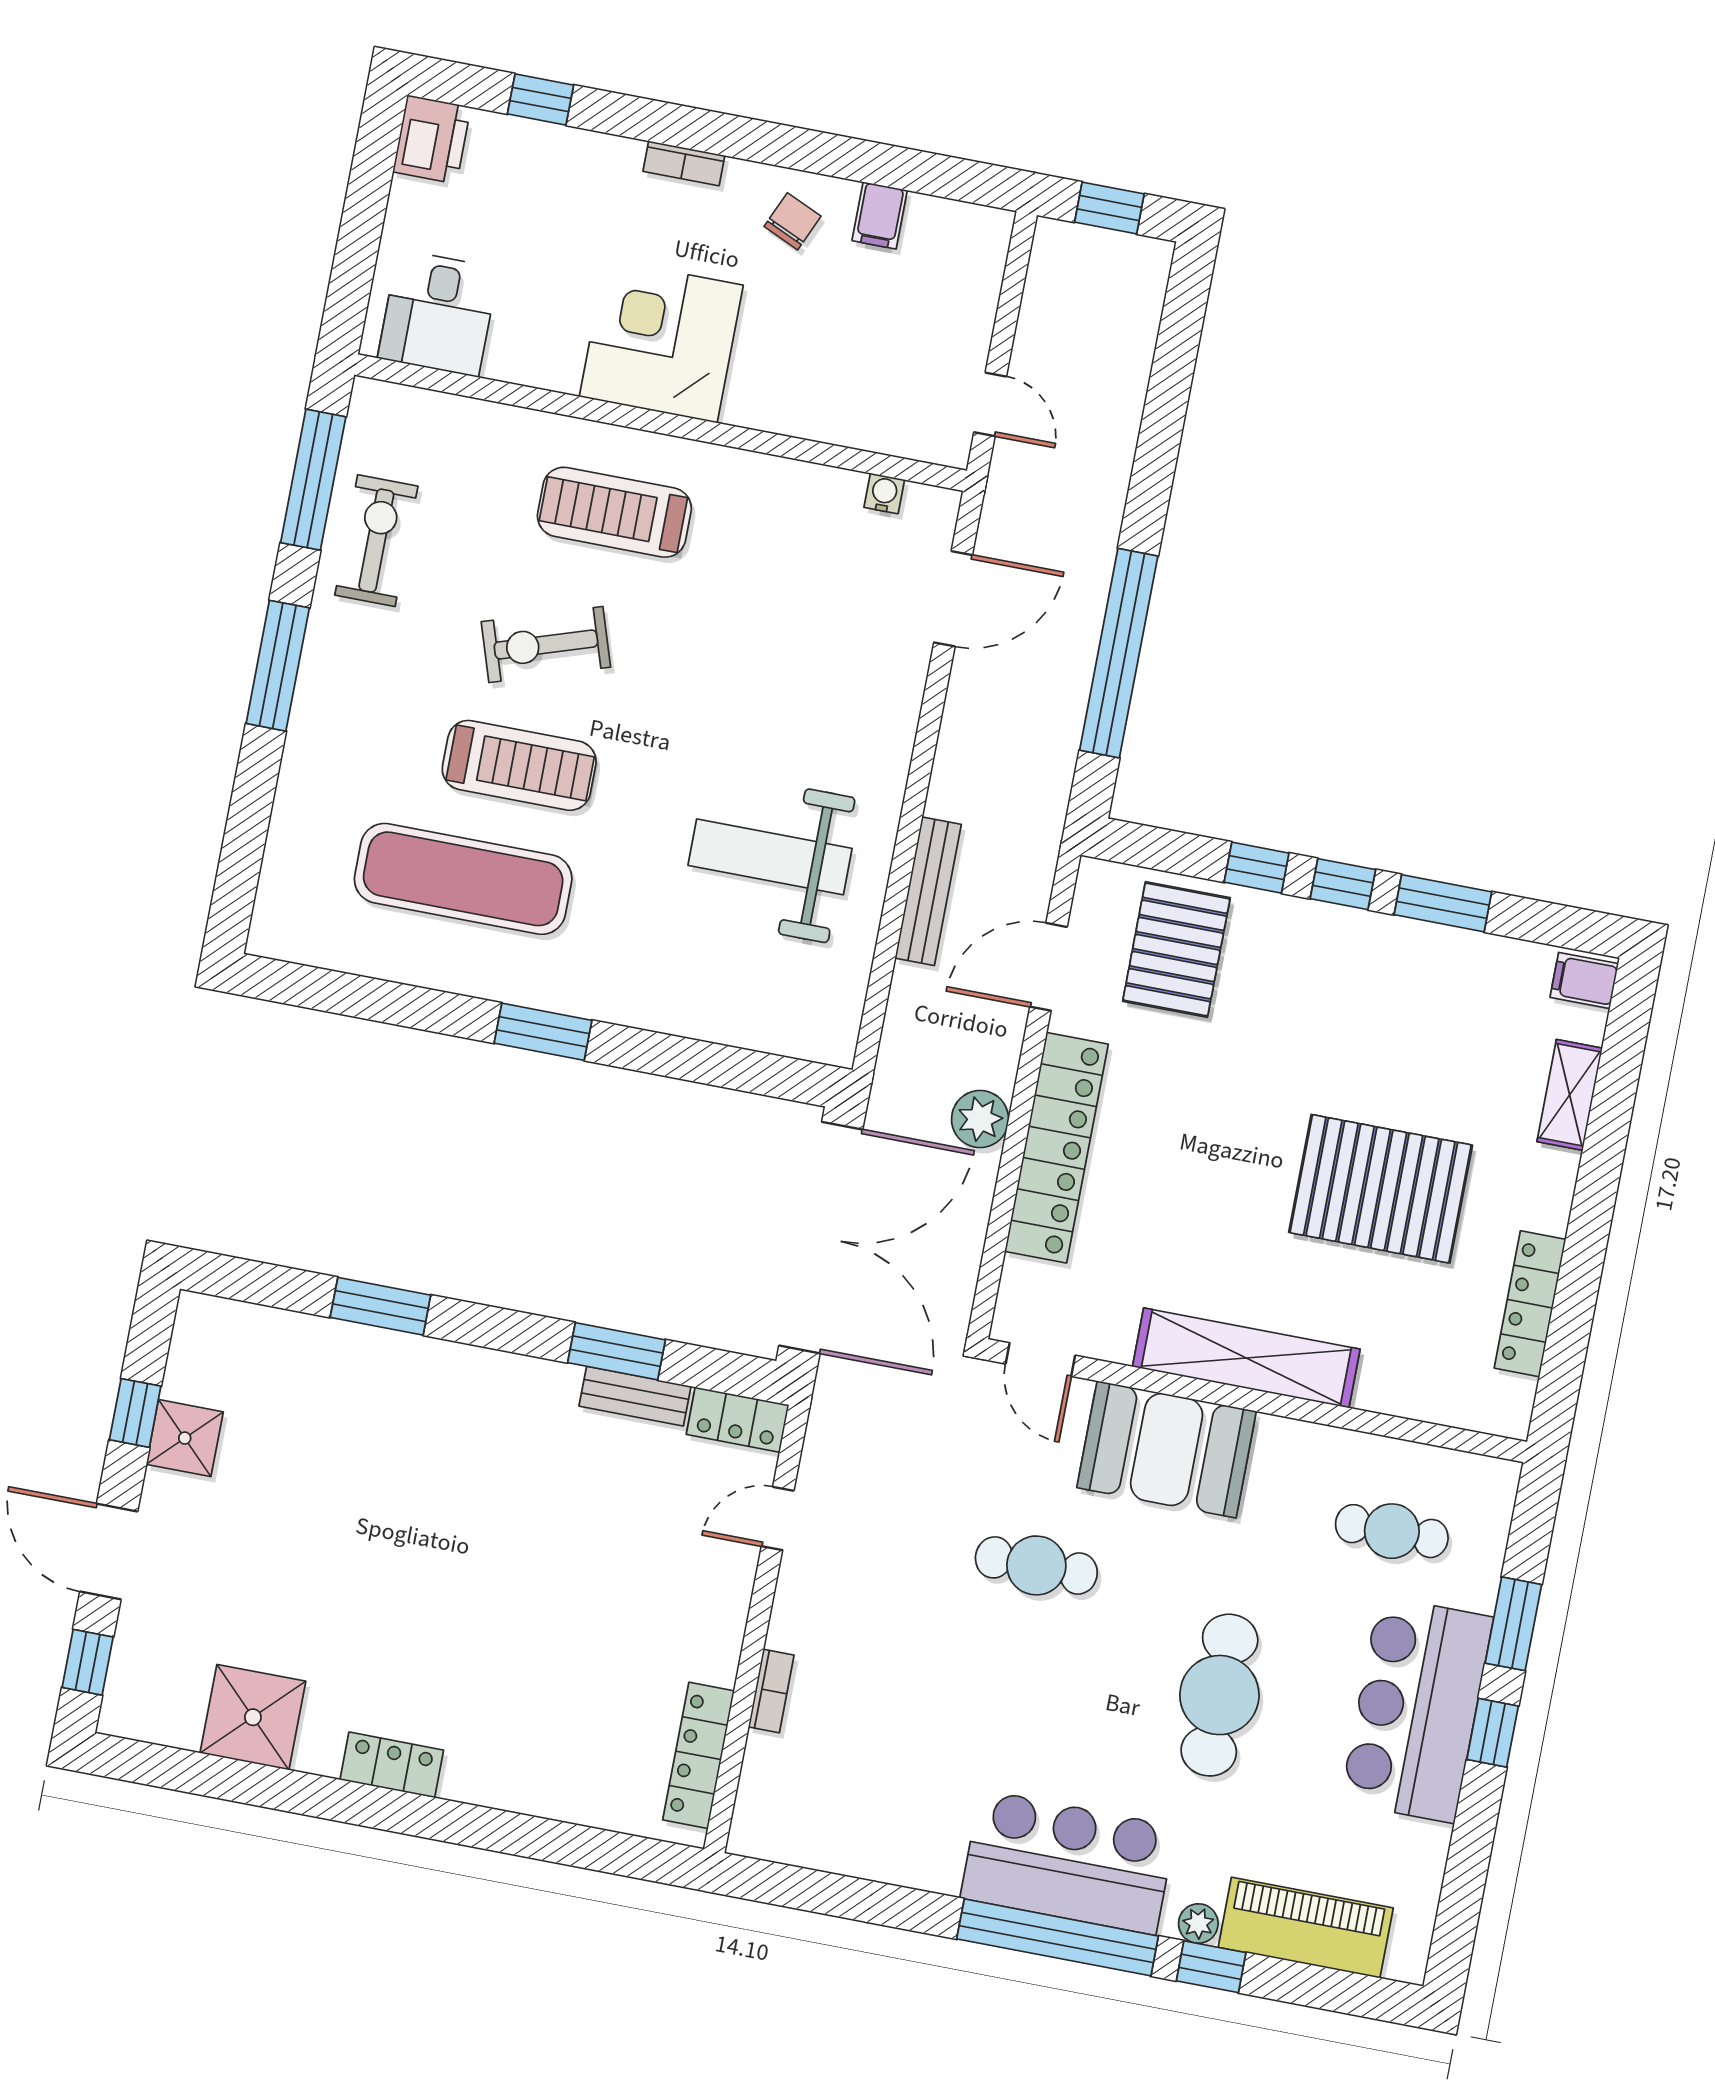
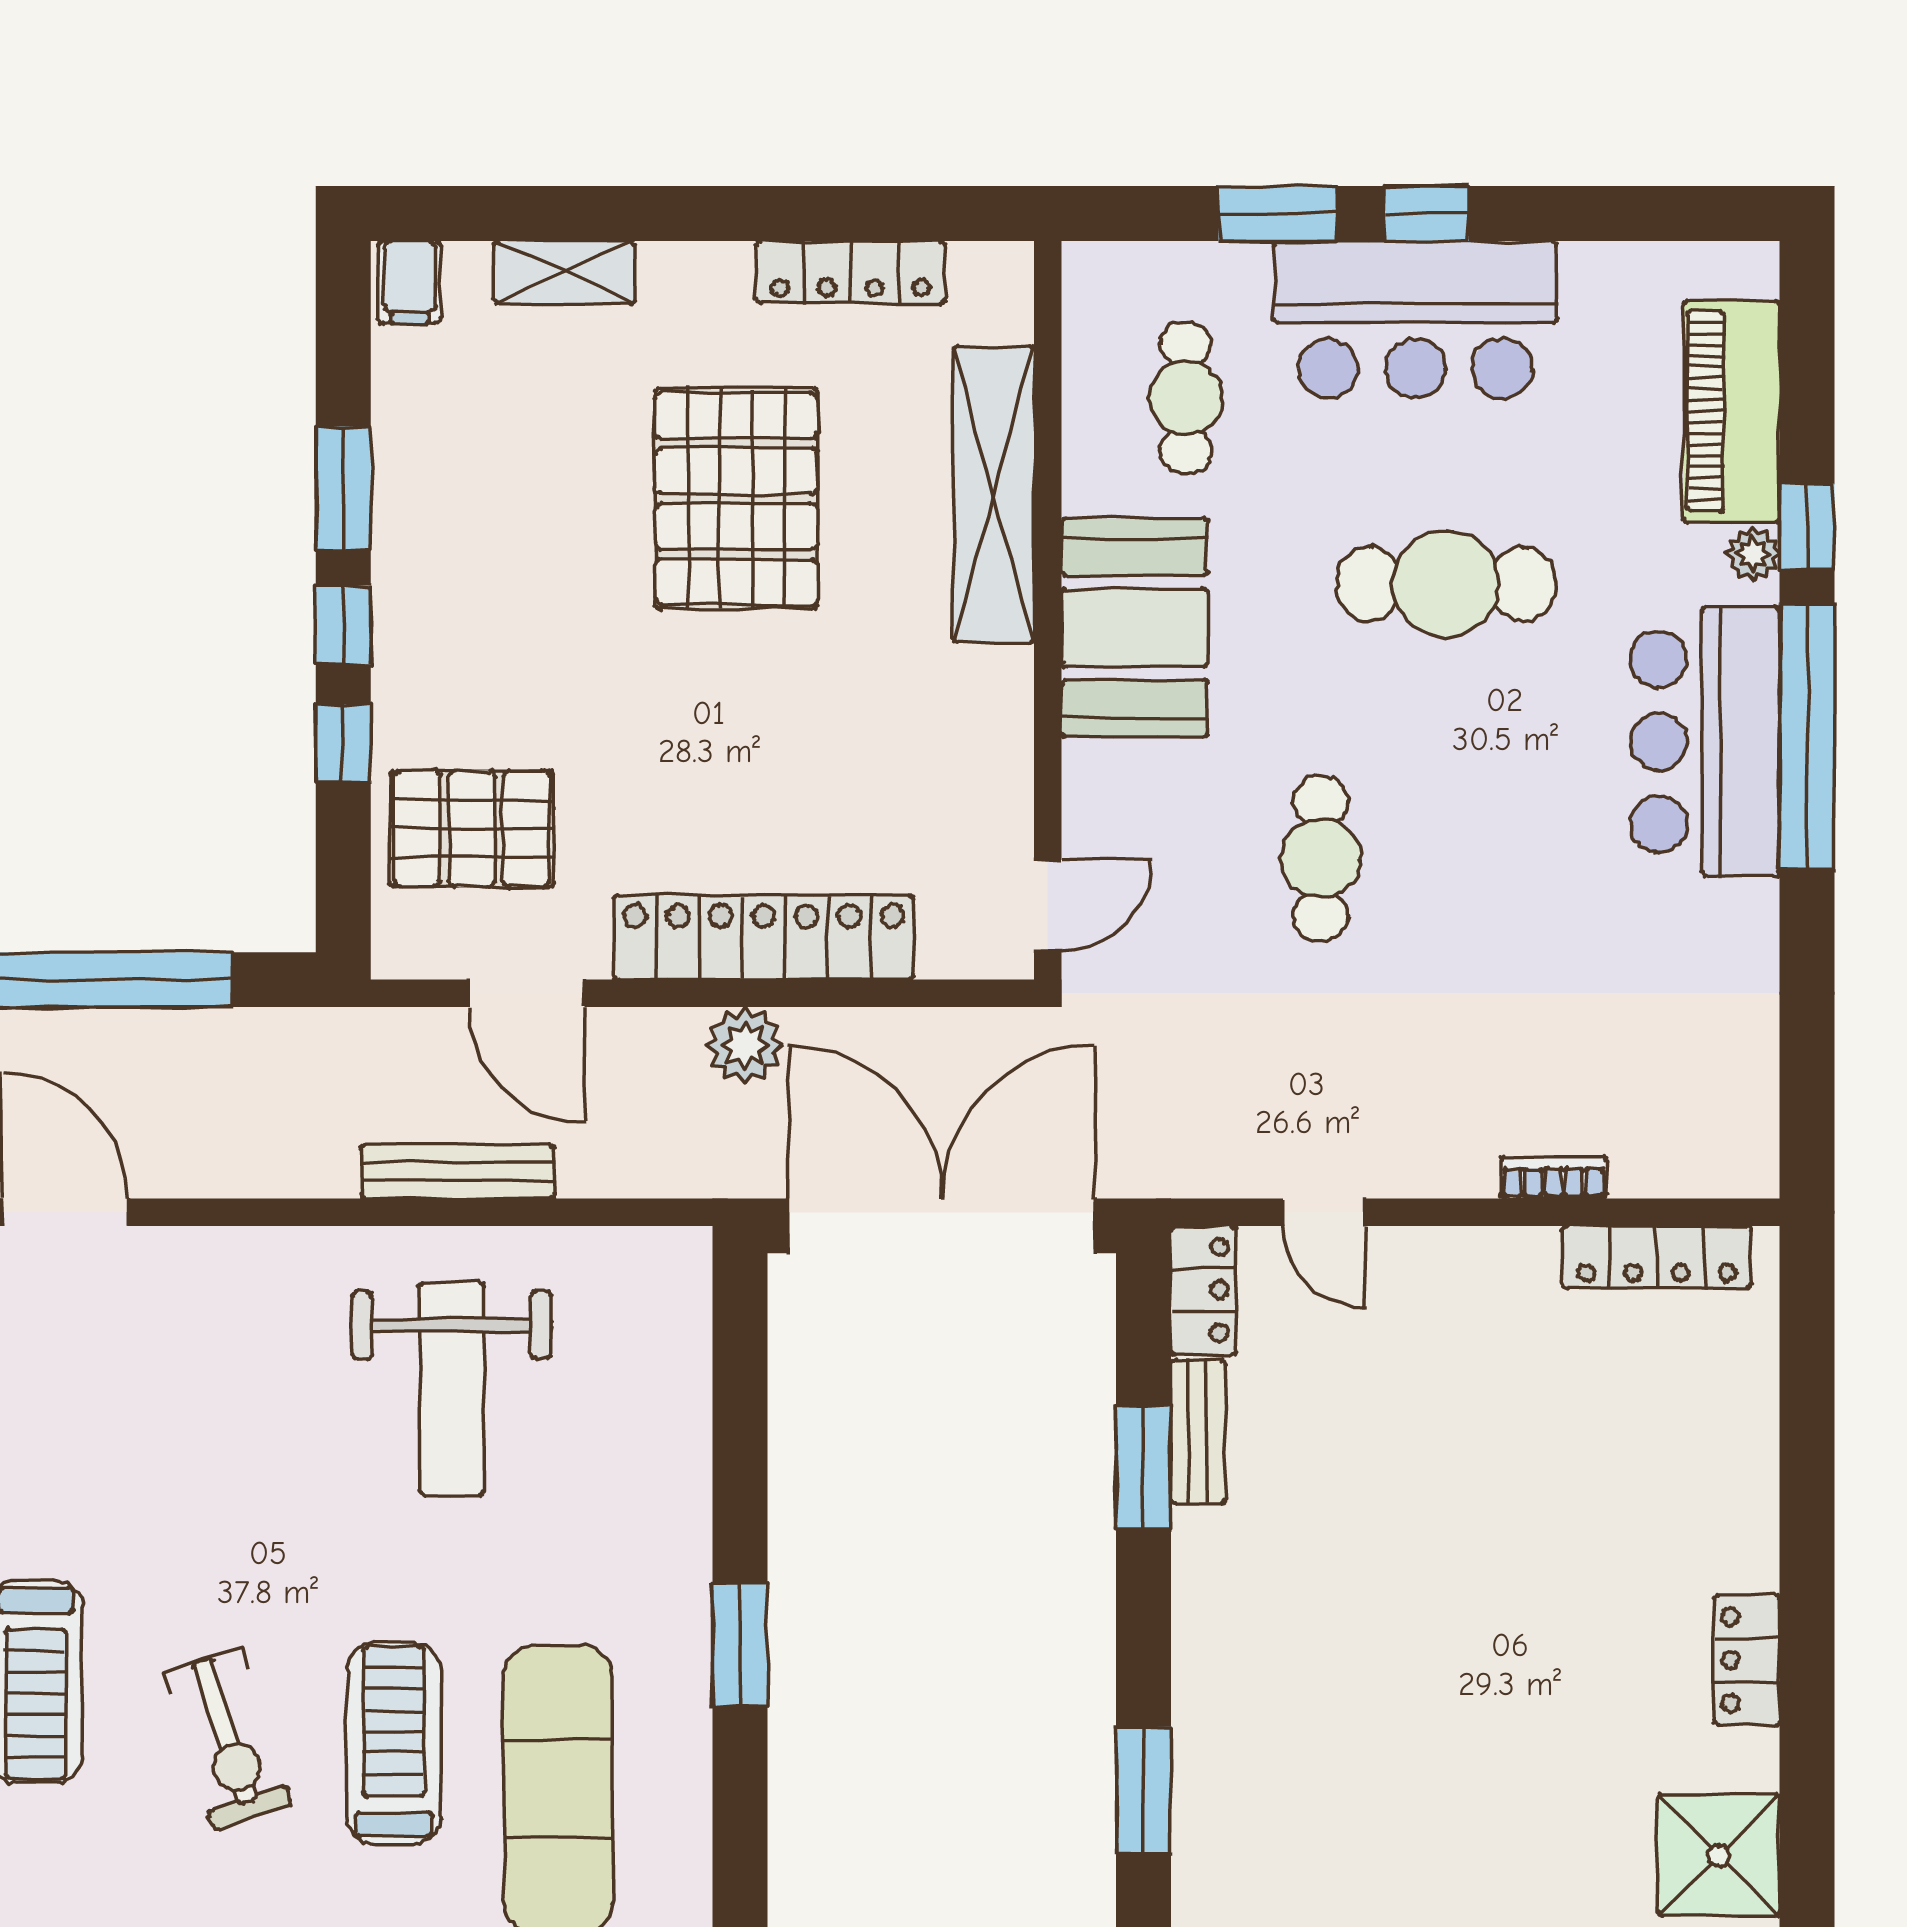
shelving: (1246, 1358) -> (994, 494), moved
booth: (1167, 1449) -> (1135, 628), moved

